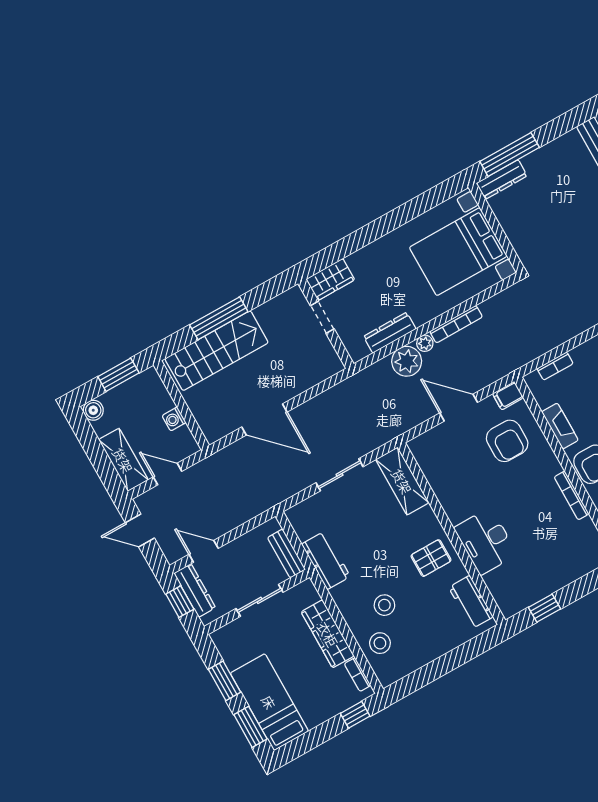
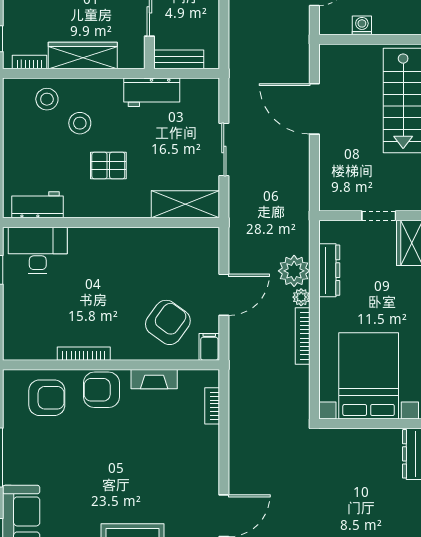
door: (264, 419) -> (314, 109), hinge flipped
armchair: (507, 441) -> (168, 322), turned 126
desk: (486, 541) -> (38, 250), moved
pallet: (431, 558) -> (108, 165), moved, turned 90

